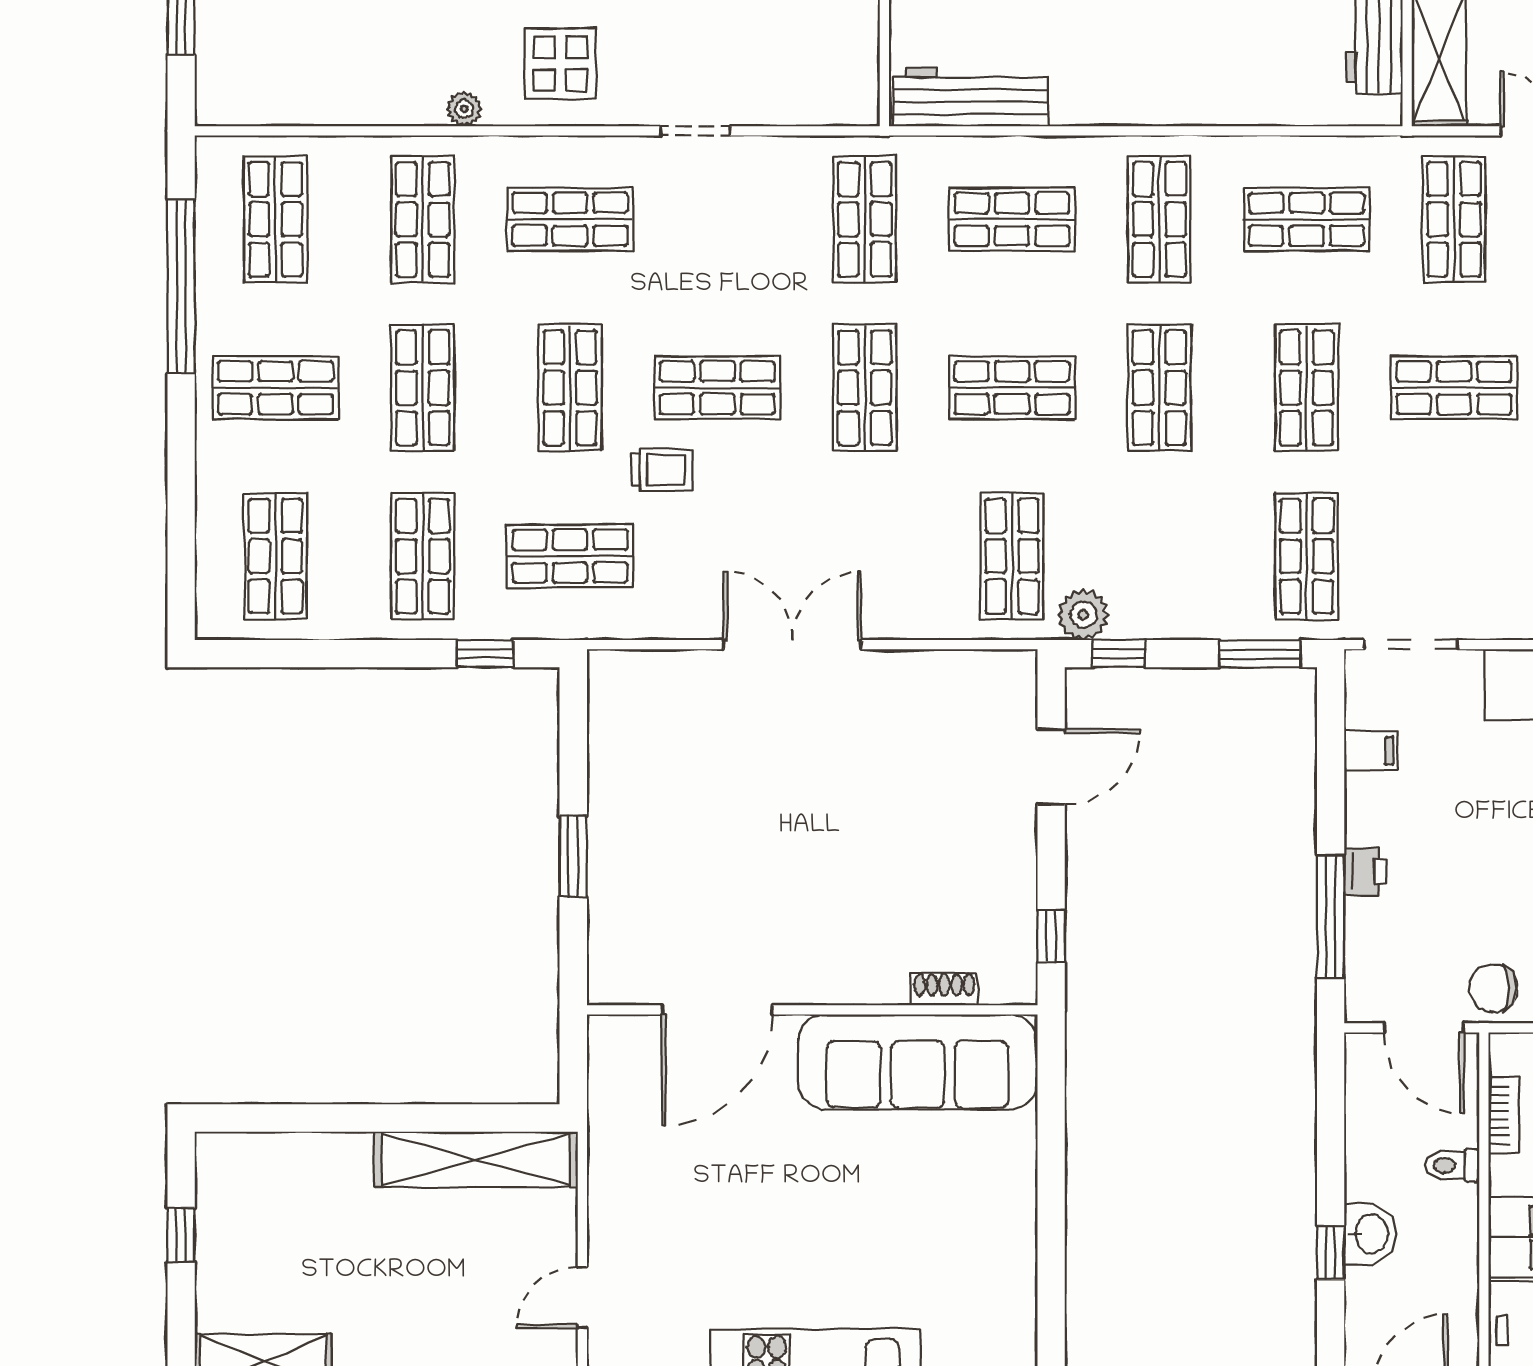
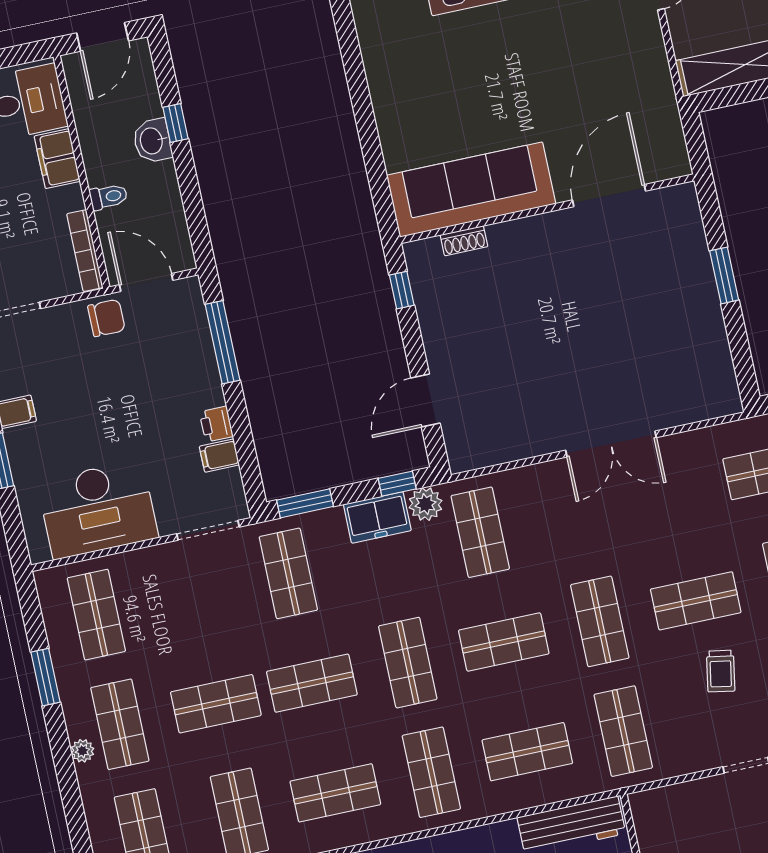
shop shelf: (1307, 388) -> (312, 683), turned 90
trolley: (662, 470) -> (721, 671), moved, turned -80
freezer: (1158, 610) -> (377, 517), added
printer: (1365, 871) -> (216, 424), moved
bookcase: (1504, 1115) -> (85, 251), width x1.56

